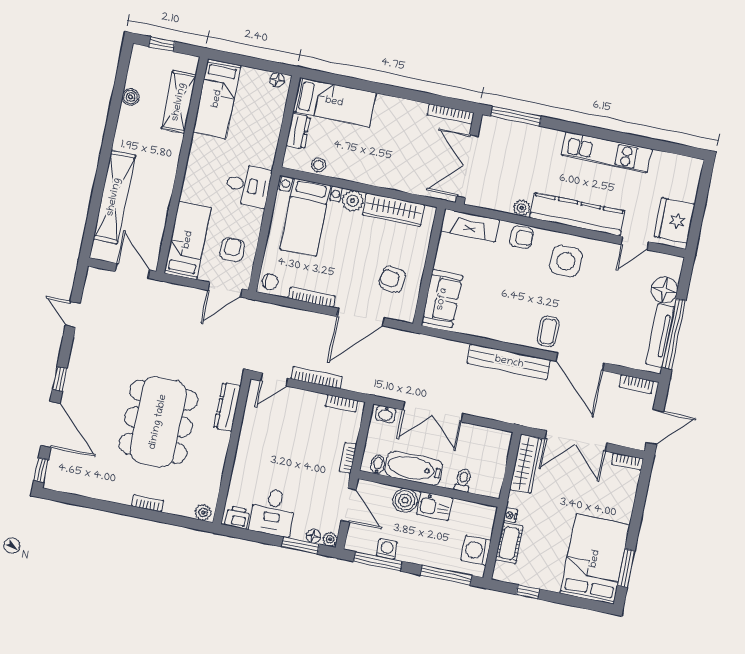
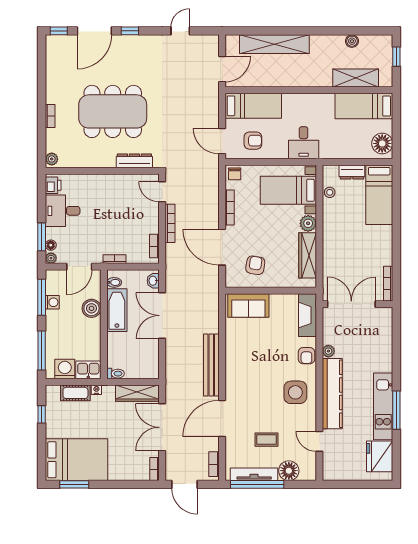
floor lamp: (277, 80) -> (382, 143), width x1.89, depth x1.89
window: (516, 116) -> (396, 410), moved
fridge: (675, 220) -> (380, 456), moved, turned -90
coffee table: (548, 331) -> (267, 440), moved
toilet: (463, 480) -> (116, 374), moved
kitchen sink: (434, 506) -> (88, 370), moved, turned 90

